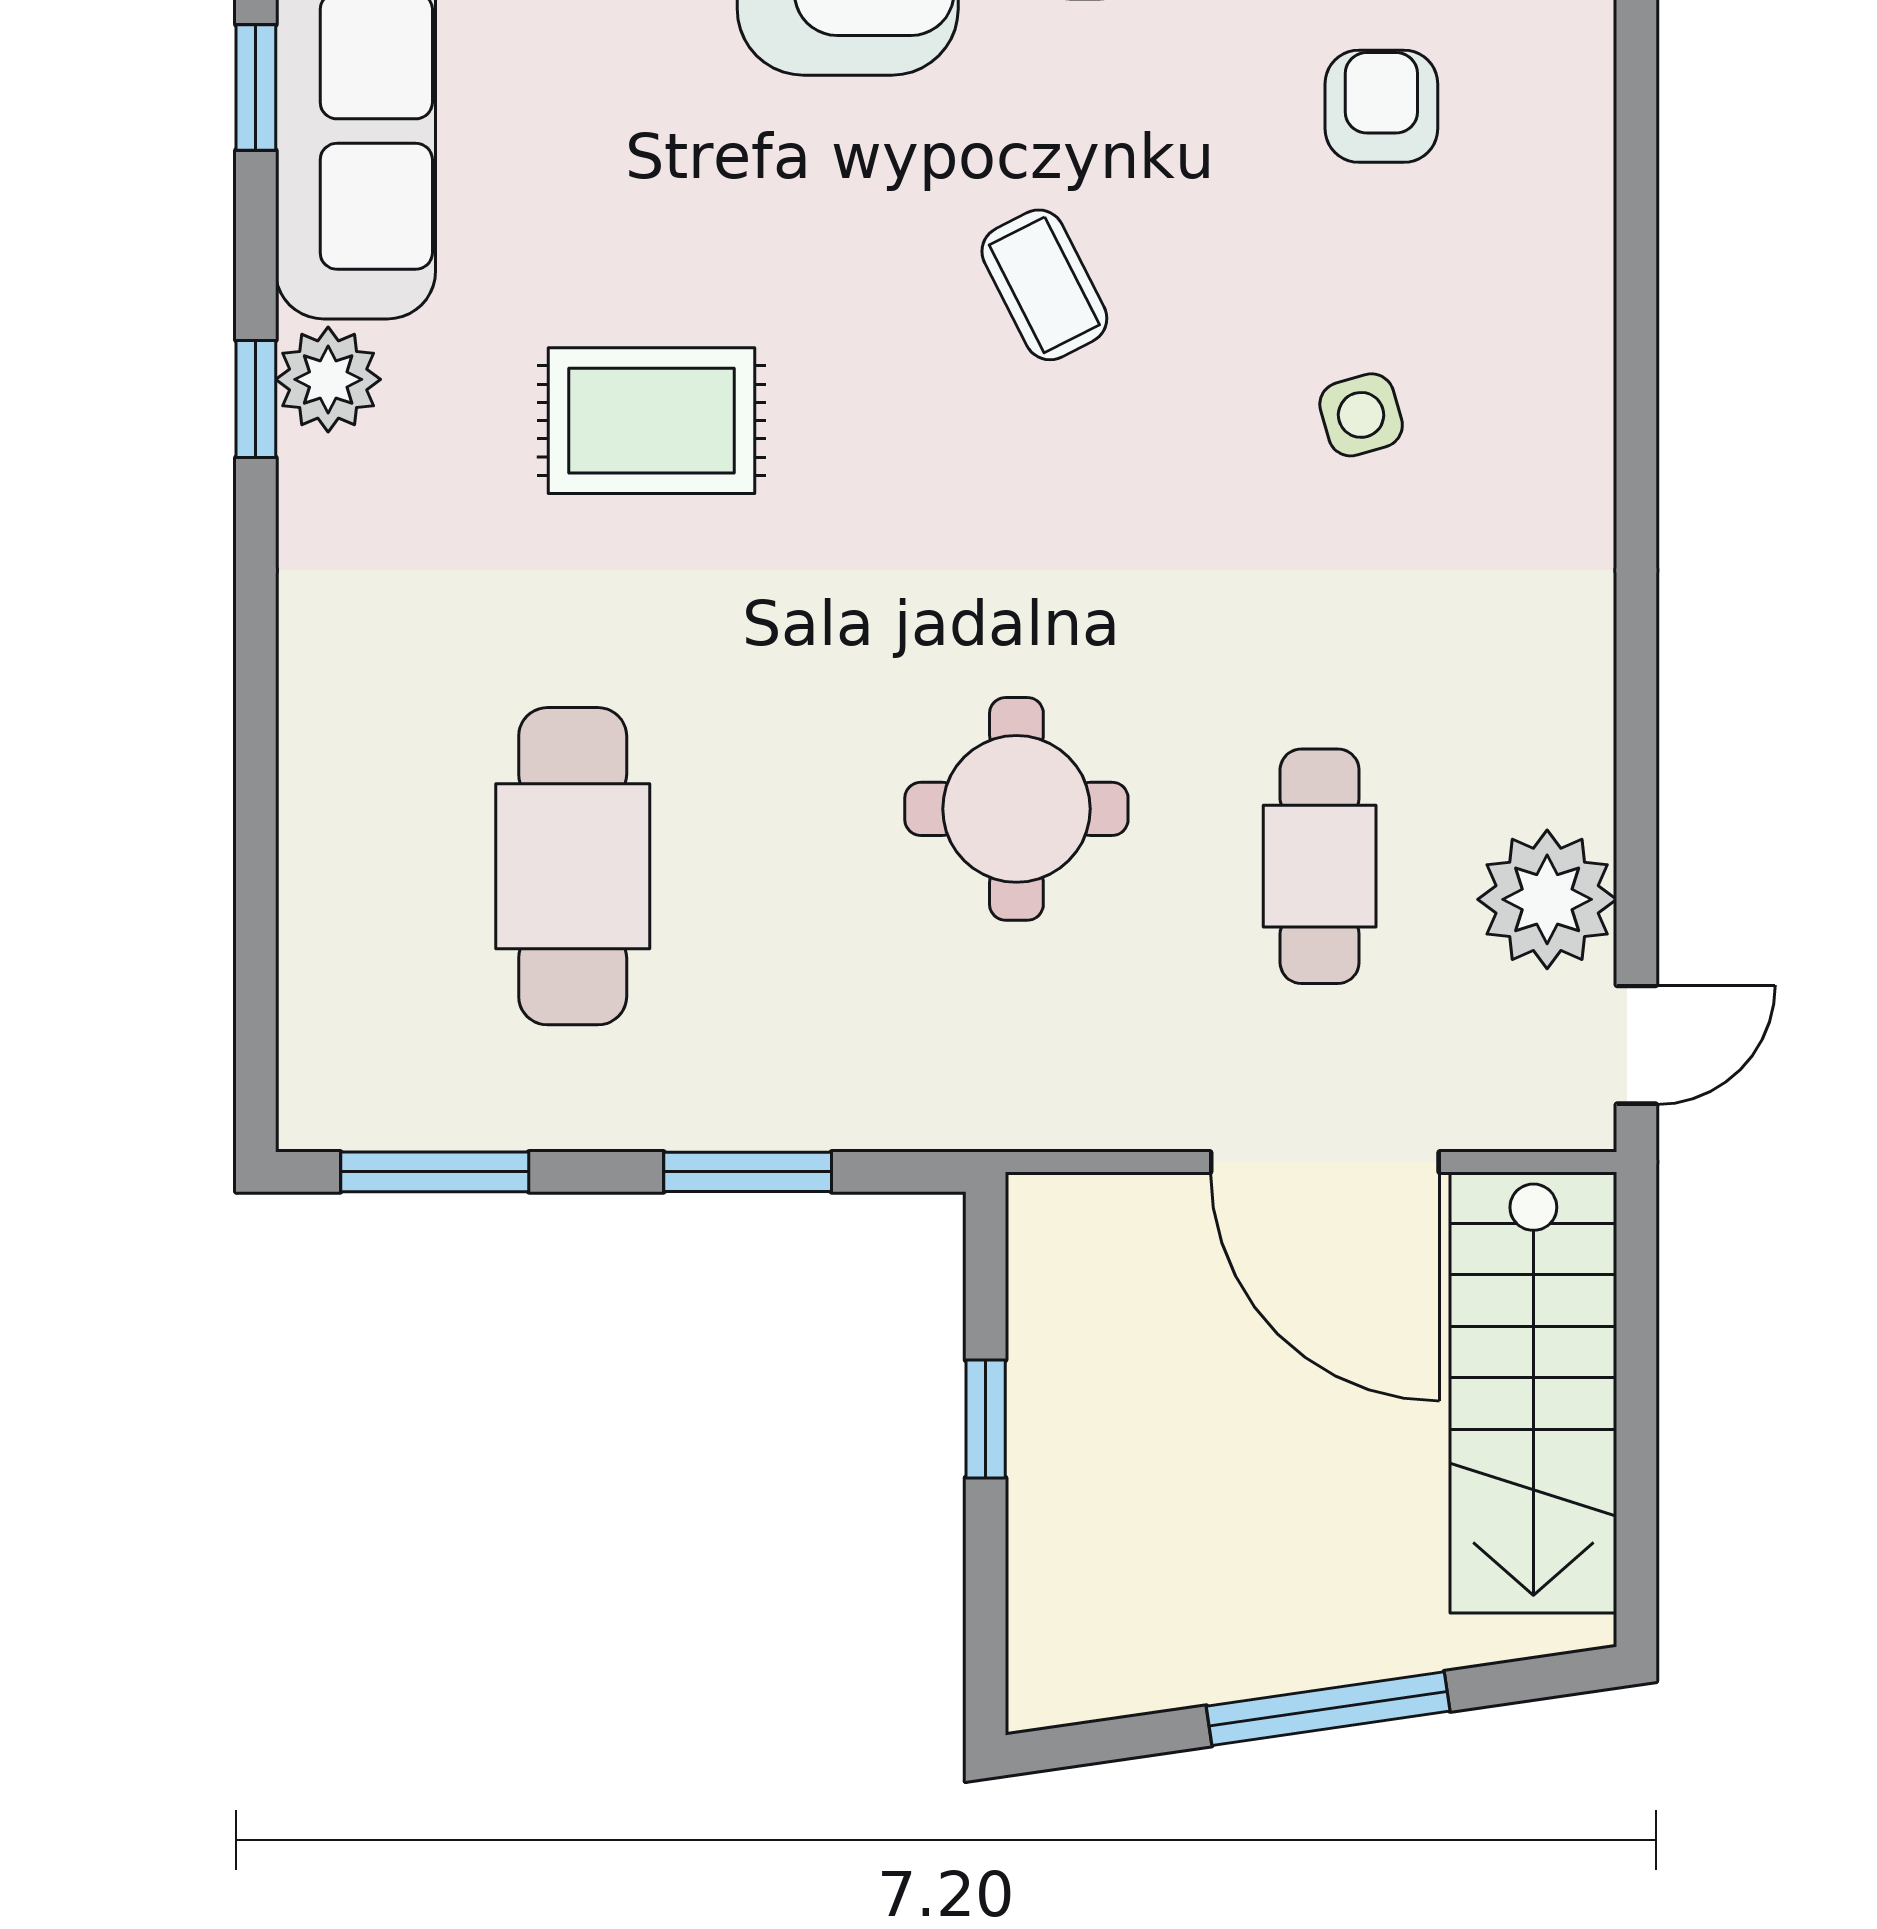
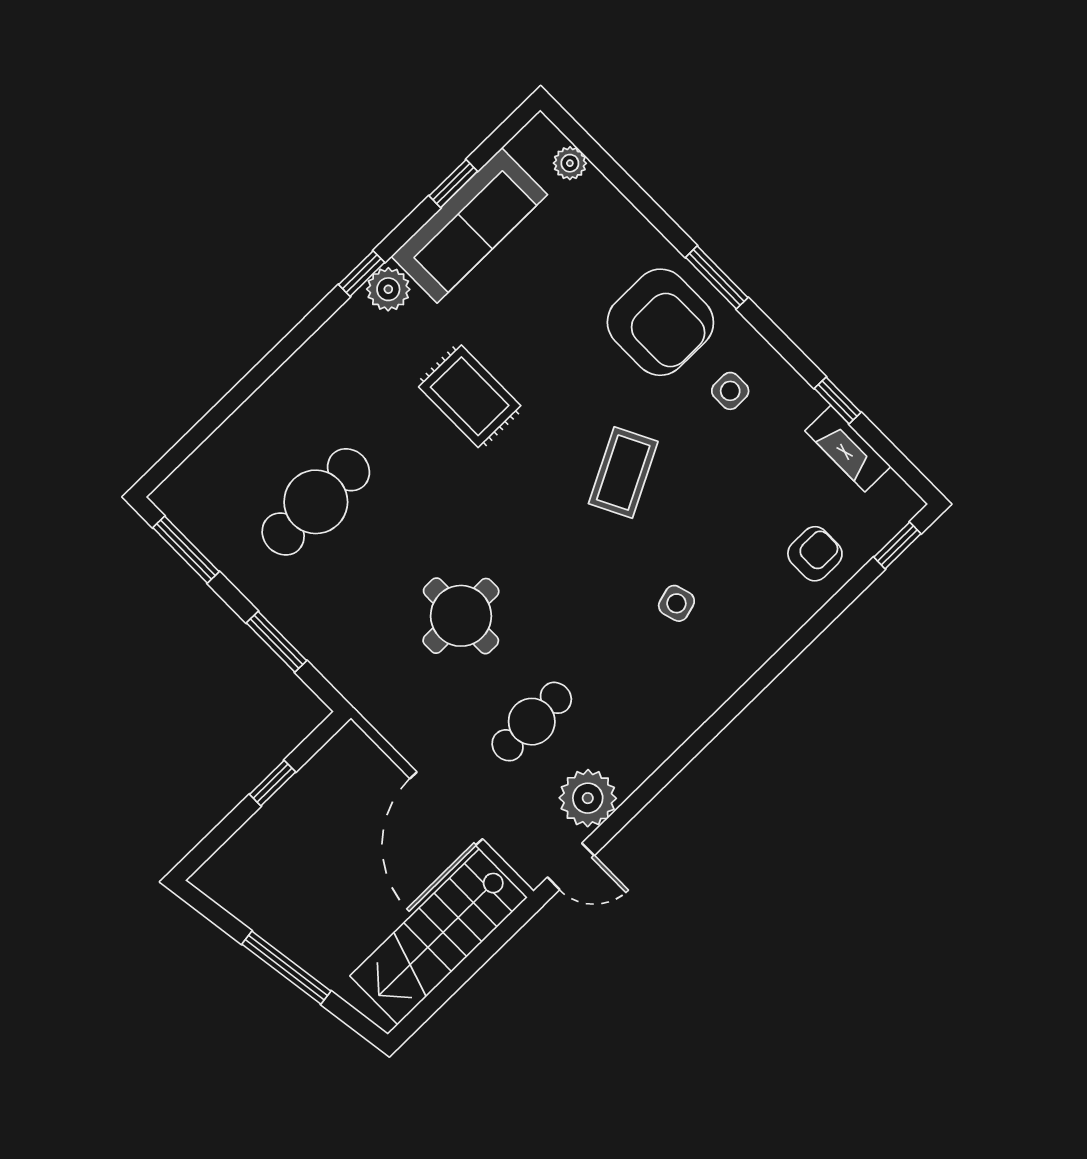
armchair: (1381, 106) -> (815, 554), moved
coffee table: (1044, 285) -> (623, 473), width x1.36, depth x1.30

